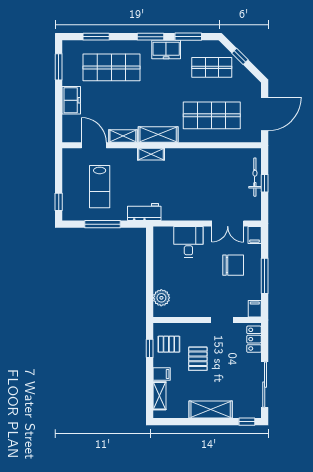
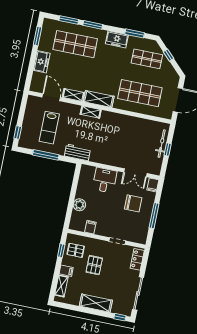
window: (150, 37) -> (93, 25), moved
plant: (161, 298) -> (79, 205), moved
filing cabinet: (255, 309) -> (90, 227), moved

